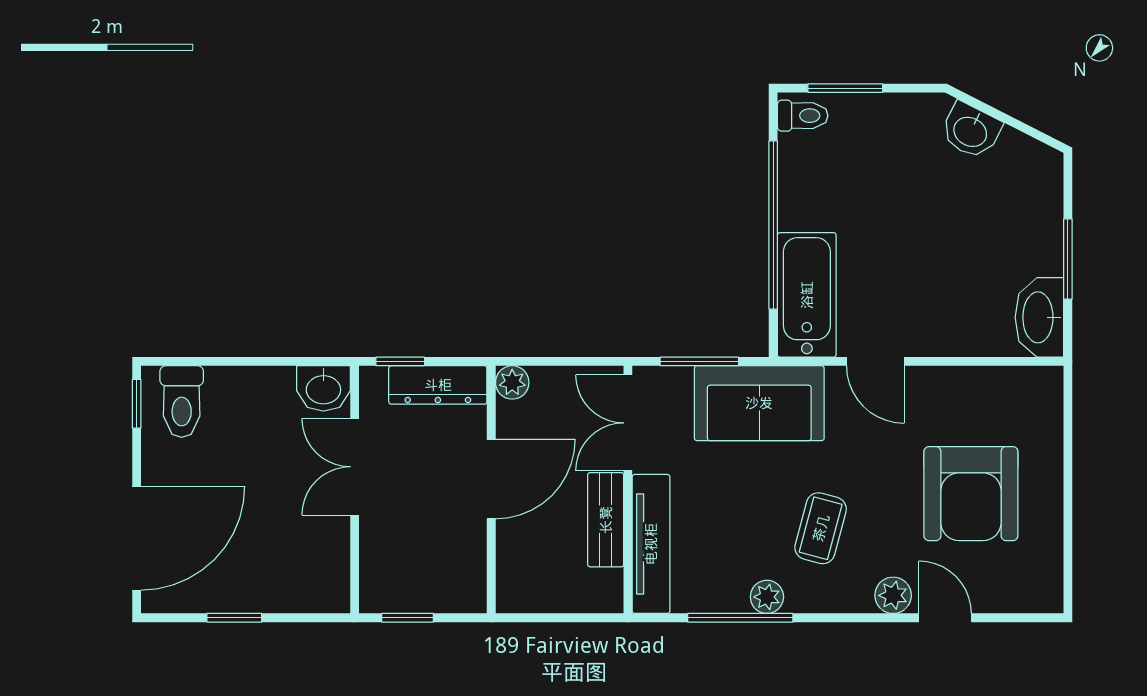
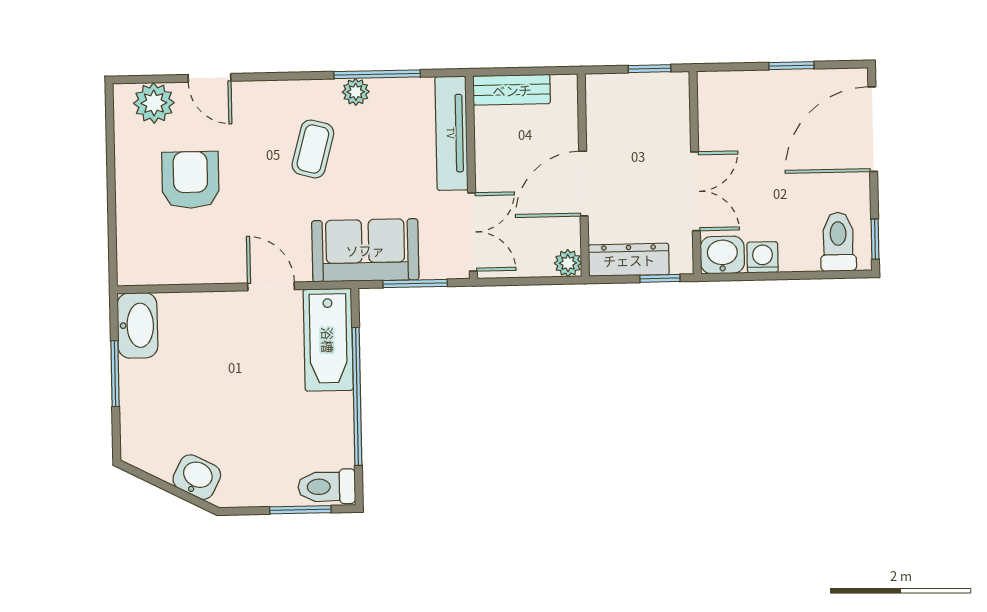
toilet: (803, 116) -> (327, 487), width x1.37, depth x1.39
washing machine: (274, 384) -> (763, 257), added
armchair: (971, 494) -> (190, 180), width x0.73, depth x0.73
bench: (606, 520) -> (512, 90), moved, turned 90
plant: (893, 595) -> (154, 103), moved, width x1.38, depth x1.38

